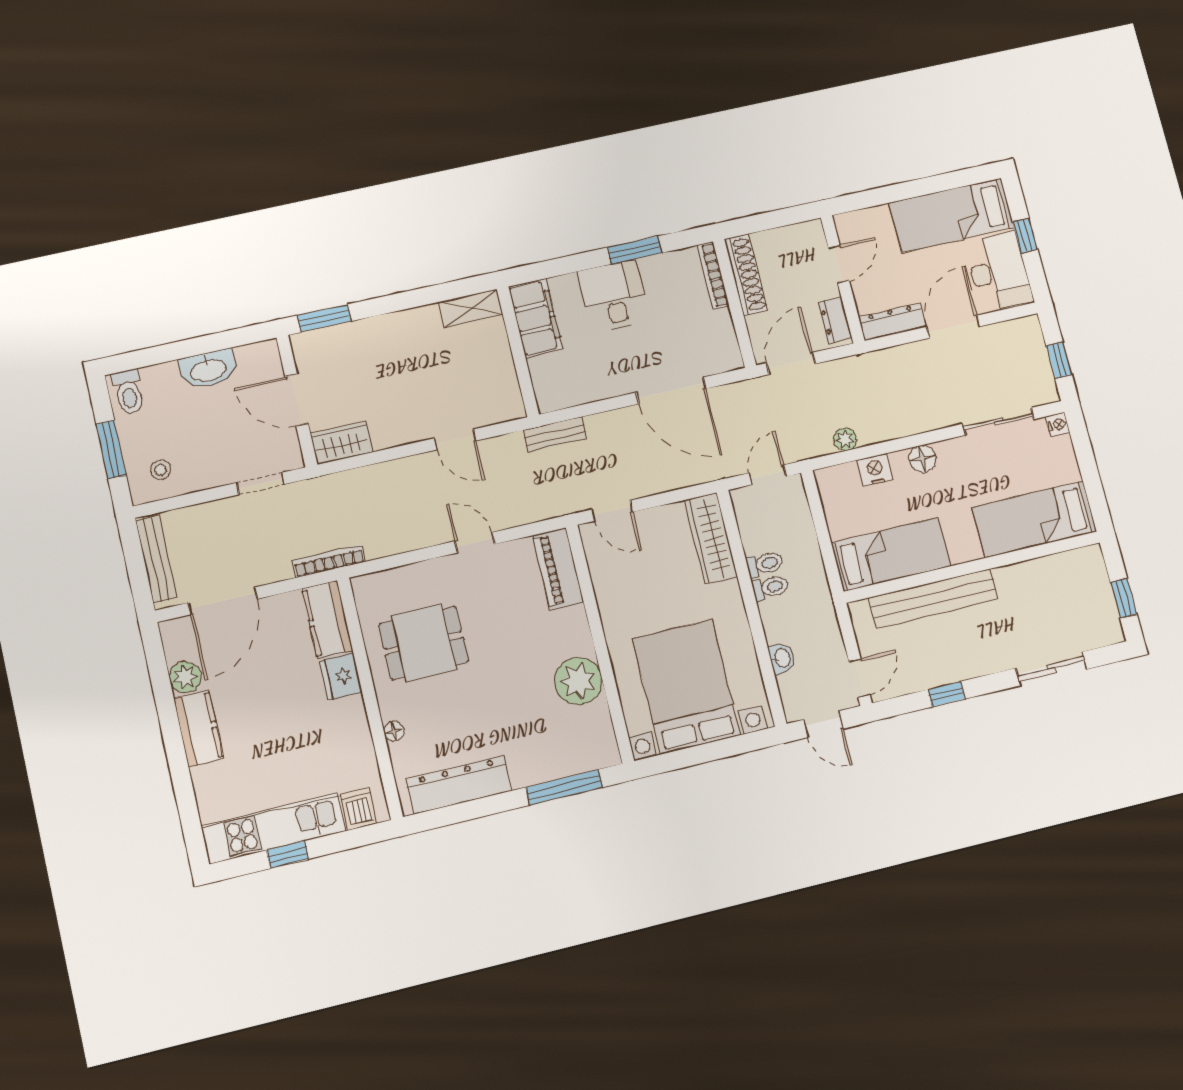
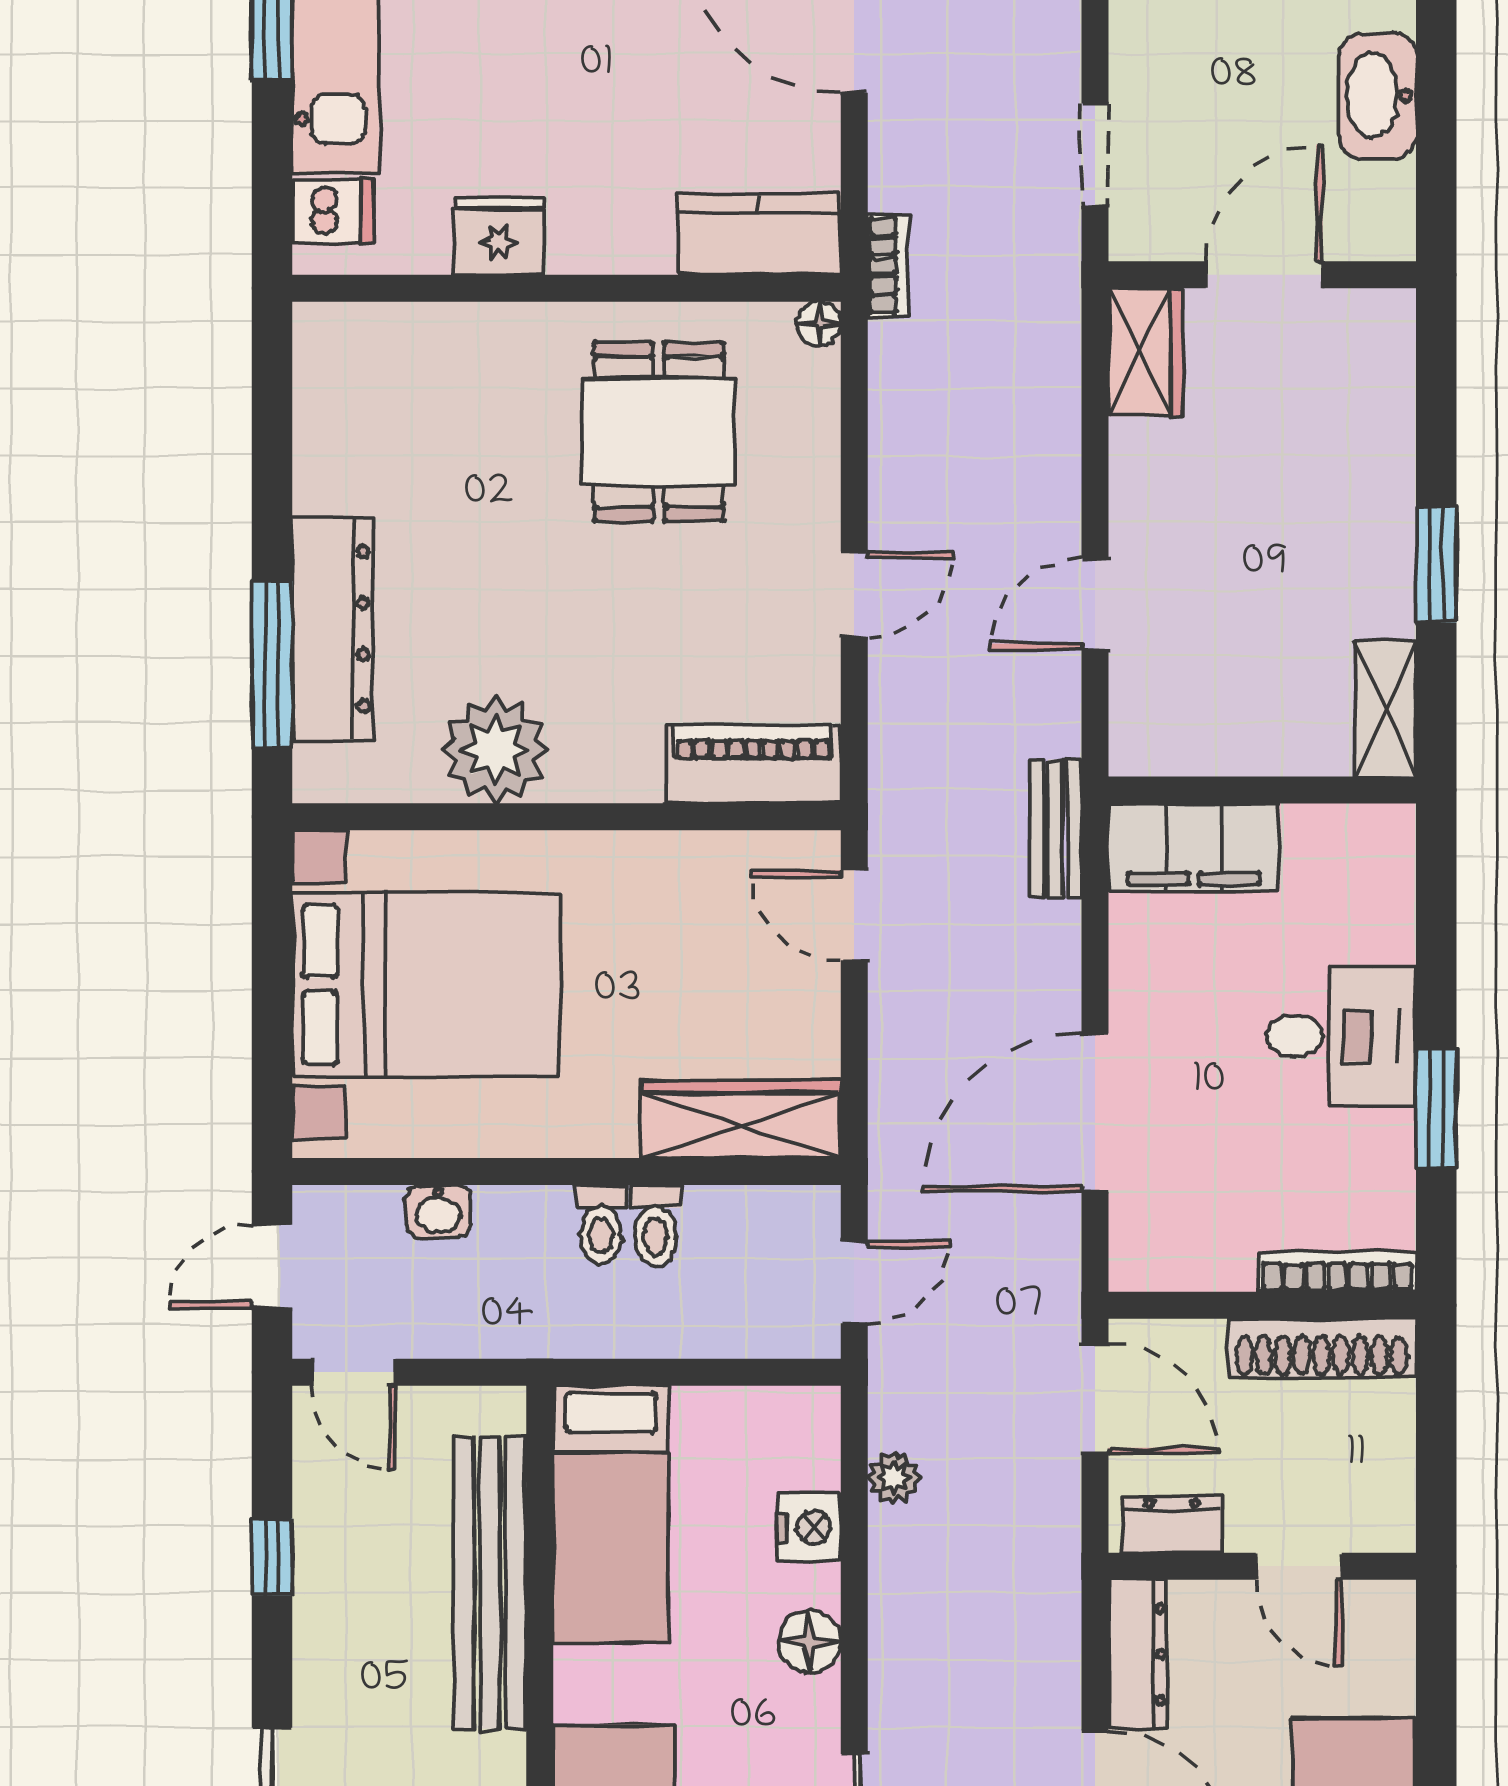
window: (324, 318) -> (1436, 564), moved
filing cabinet: (535, 318) -> (1194, 848), moved
door: (768, 475) -> (854, 1282), hinge flipped
door: (612, 511) -> (854, 915), hinge flipped
bookcase: (329, 561) -> (888, 266), width x0.64
fridge: (341, 677) -> (499, 236), moved
floor lamp: (394, 731) -> (819, 324), moved
dresser: (459, 785) -> (332, 629), moved

